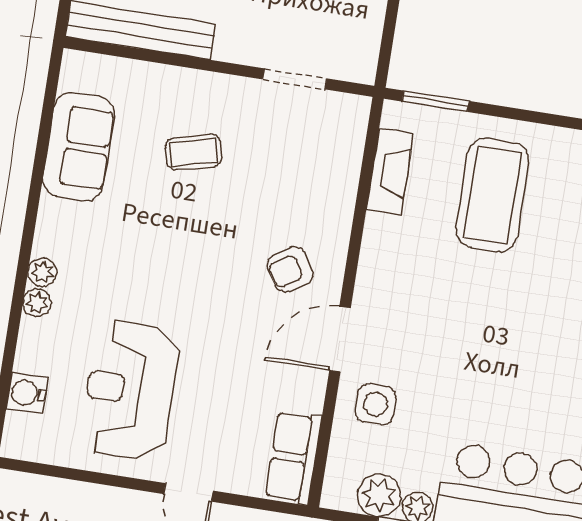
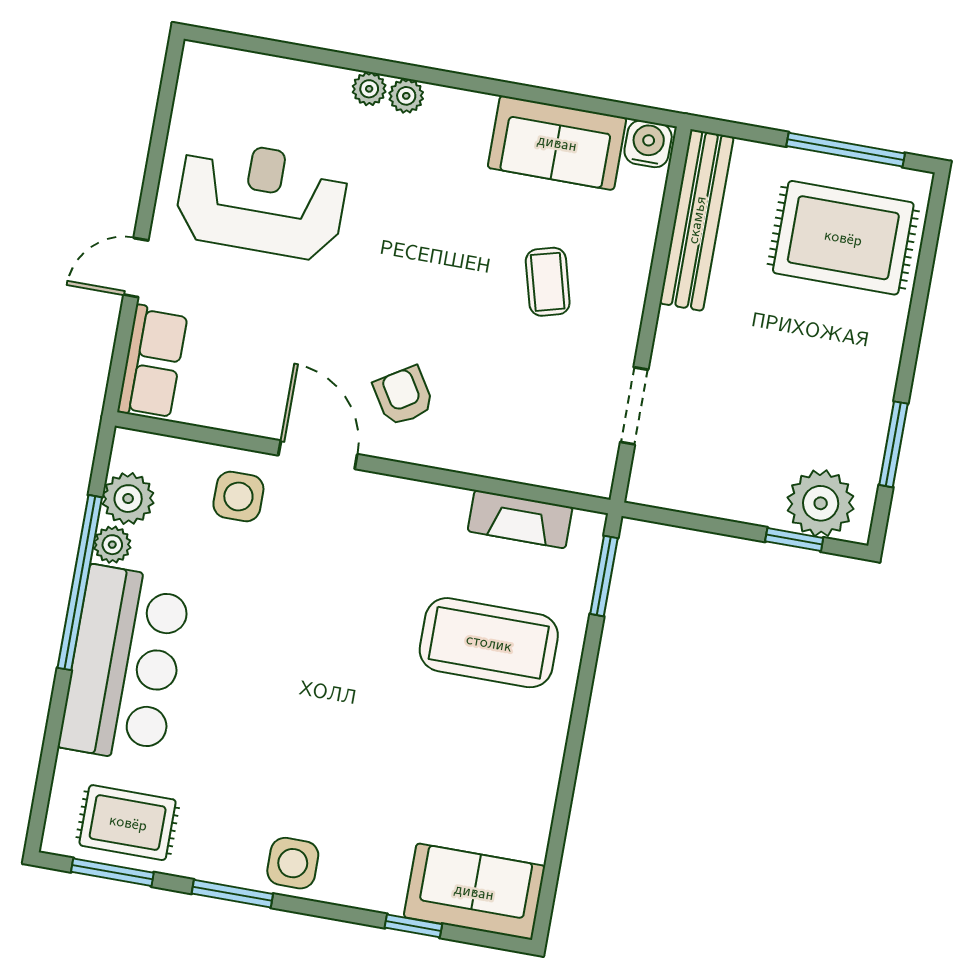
water cooler: (27, 393) -> (648, 144), moved
row of seats: (294, 457) -> (153, 363), moved, turned 90

